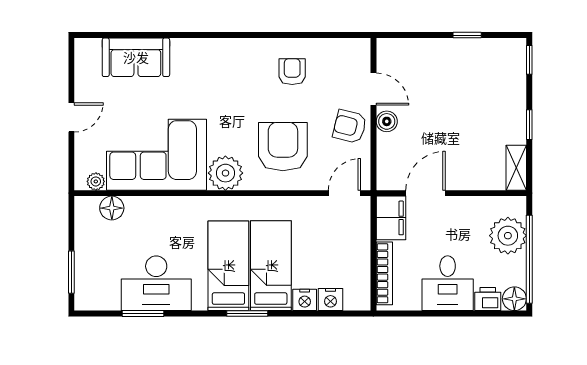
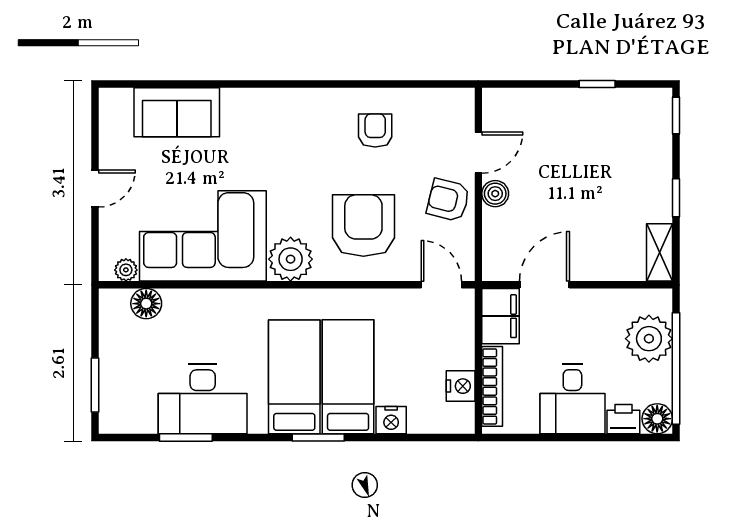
door: (373, 89) -> (478, 153), hinge flipped
door: (344, 193) -> (441, 285), hinge flipped
nightstand: (330, 300) -> (461, 386), moved, turned -90

